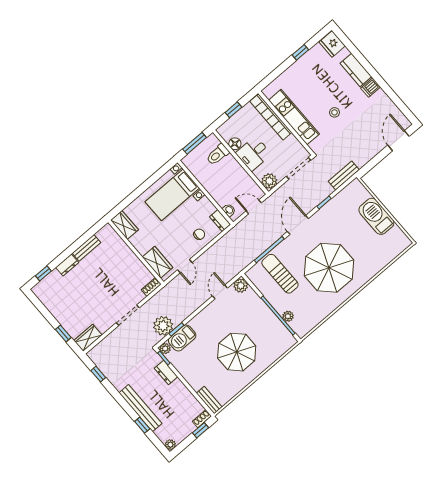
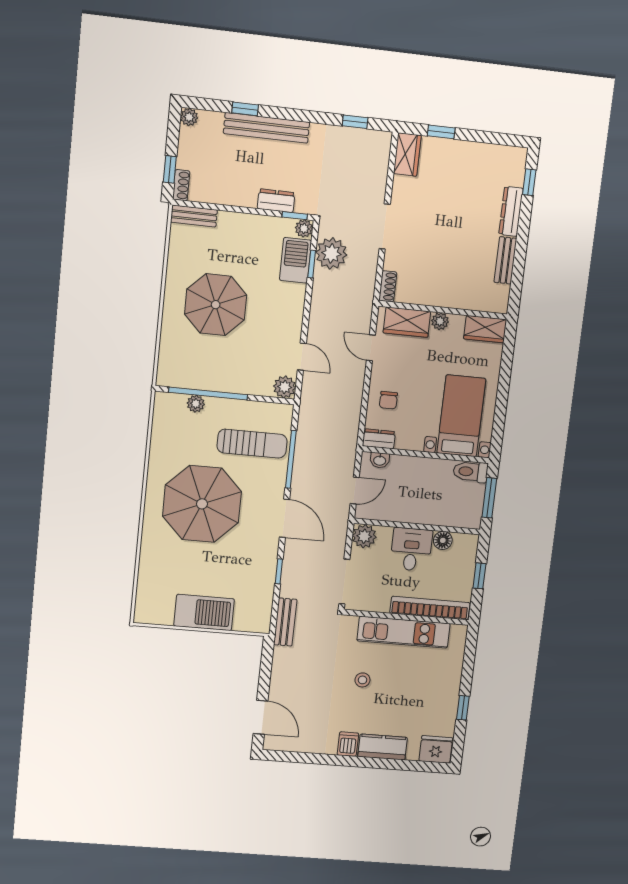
toilet: (218, 155) -> (471, 472), moved, turned -90
plant: (142, 248) -> (440, 321), added
dresser: (67, 265) -> (511, 211), width x1.44

